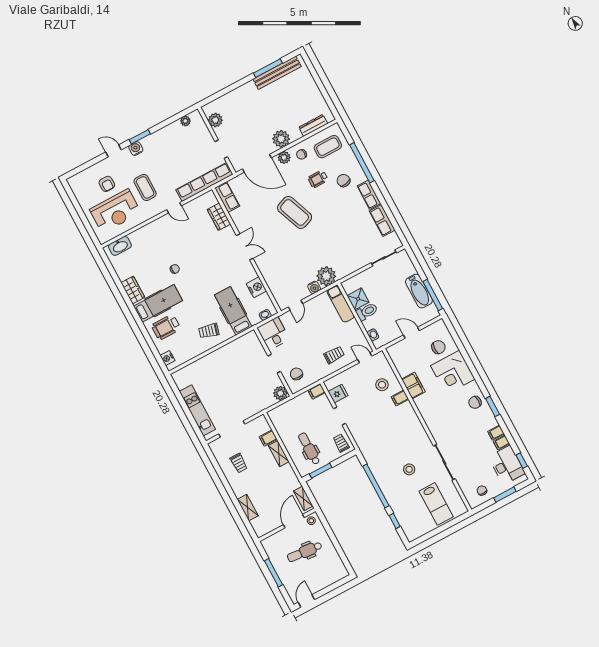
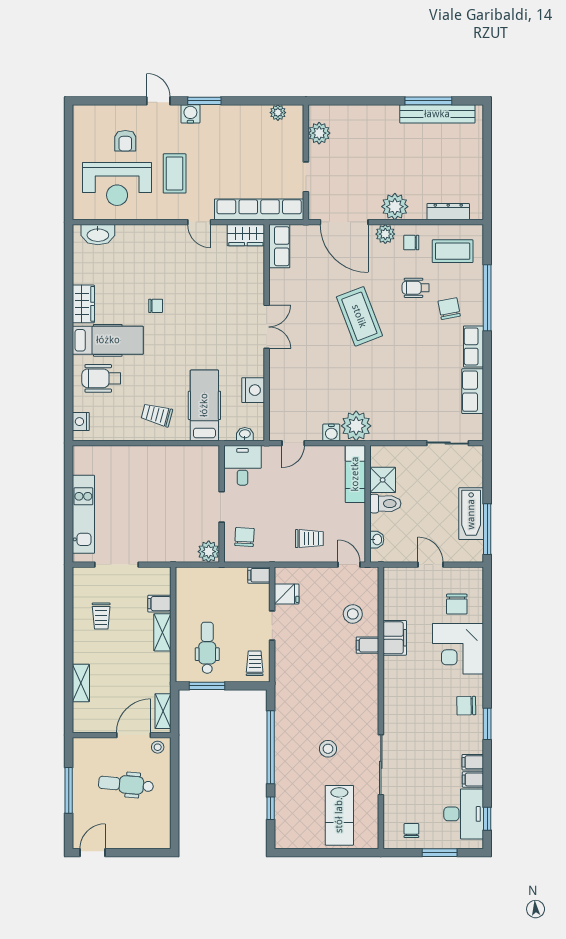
wardrobe: (219, 217) -> (246, 235), moved, turned -90
chair: (438, 347) -> (457, 604), turned 90

